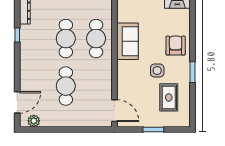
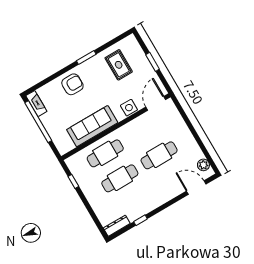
sofa: (127, 41) -> (92, 126), width x1.36
armchair: (176, 46) -> (72, 84), turned 180
side table: (157, 71) -> (129, 108), moved
rug: (169, 97) -> (119, 65), turned 90

